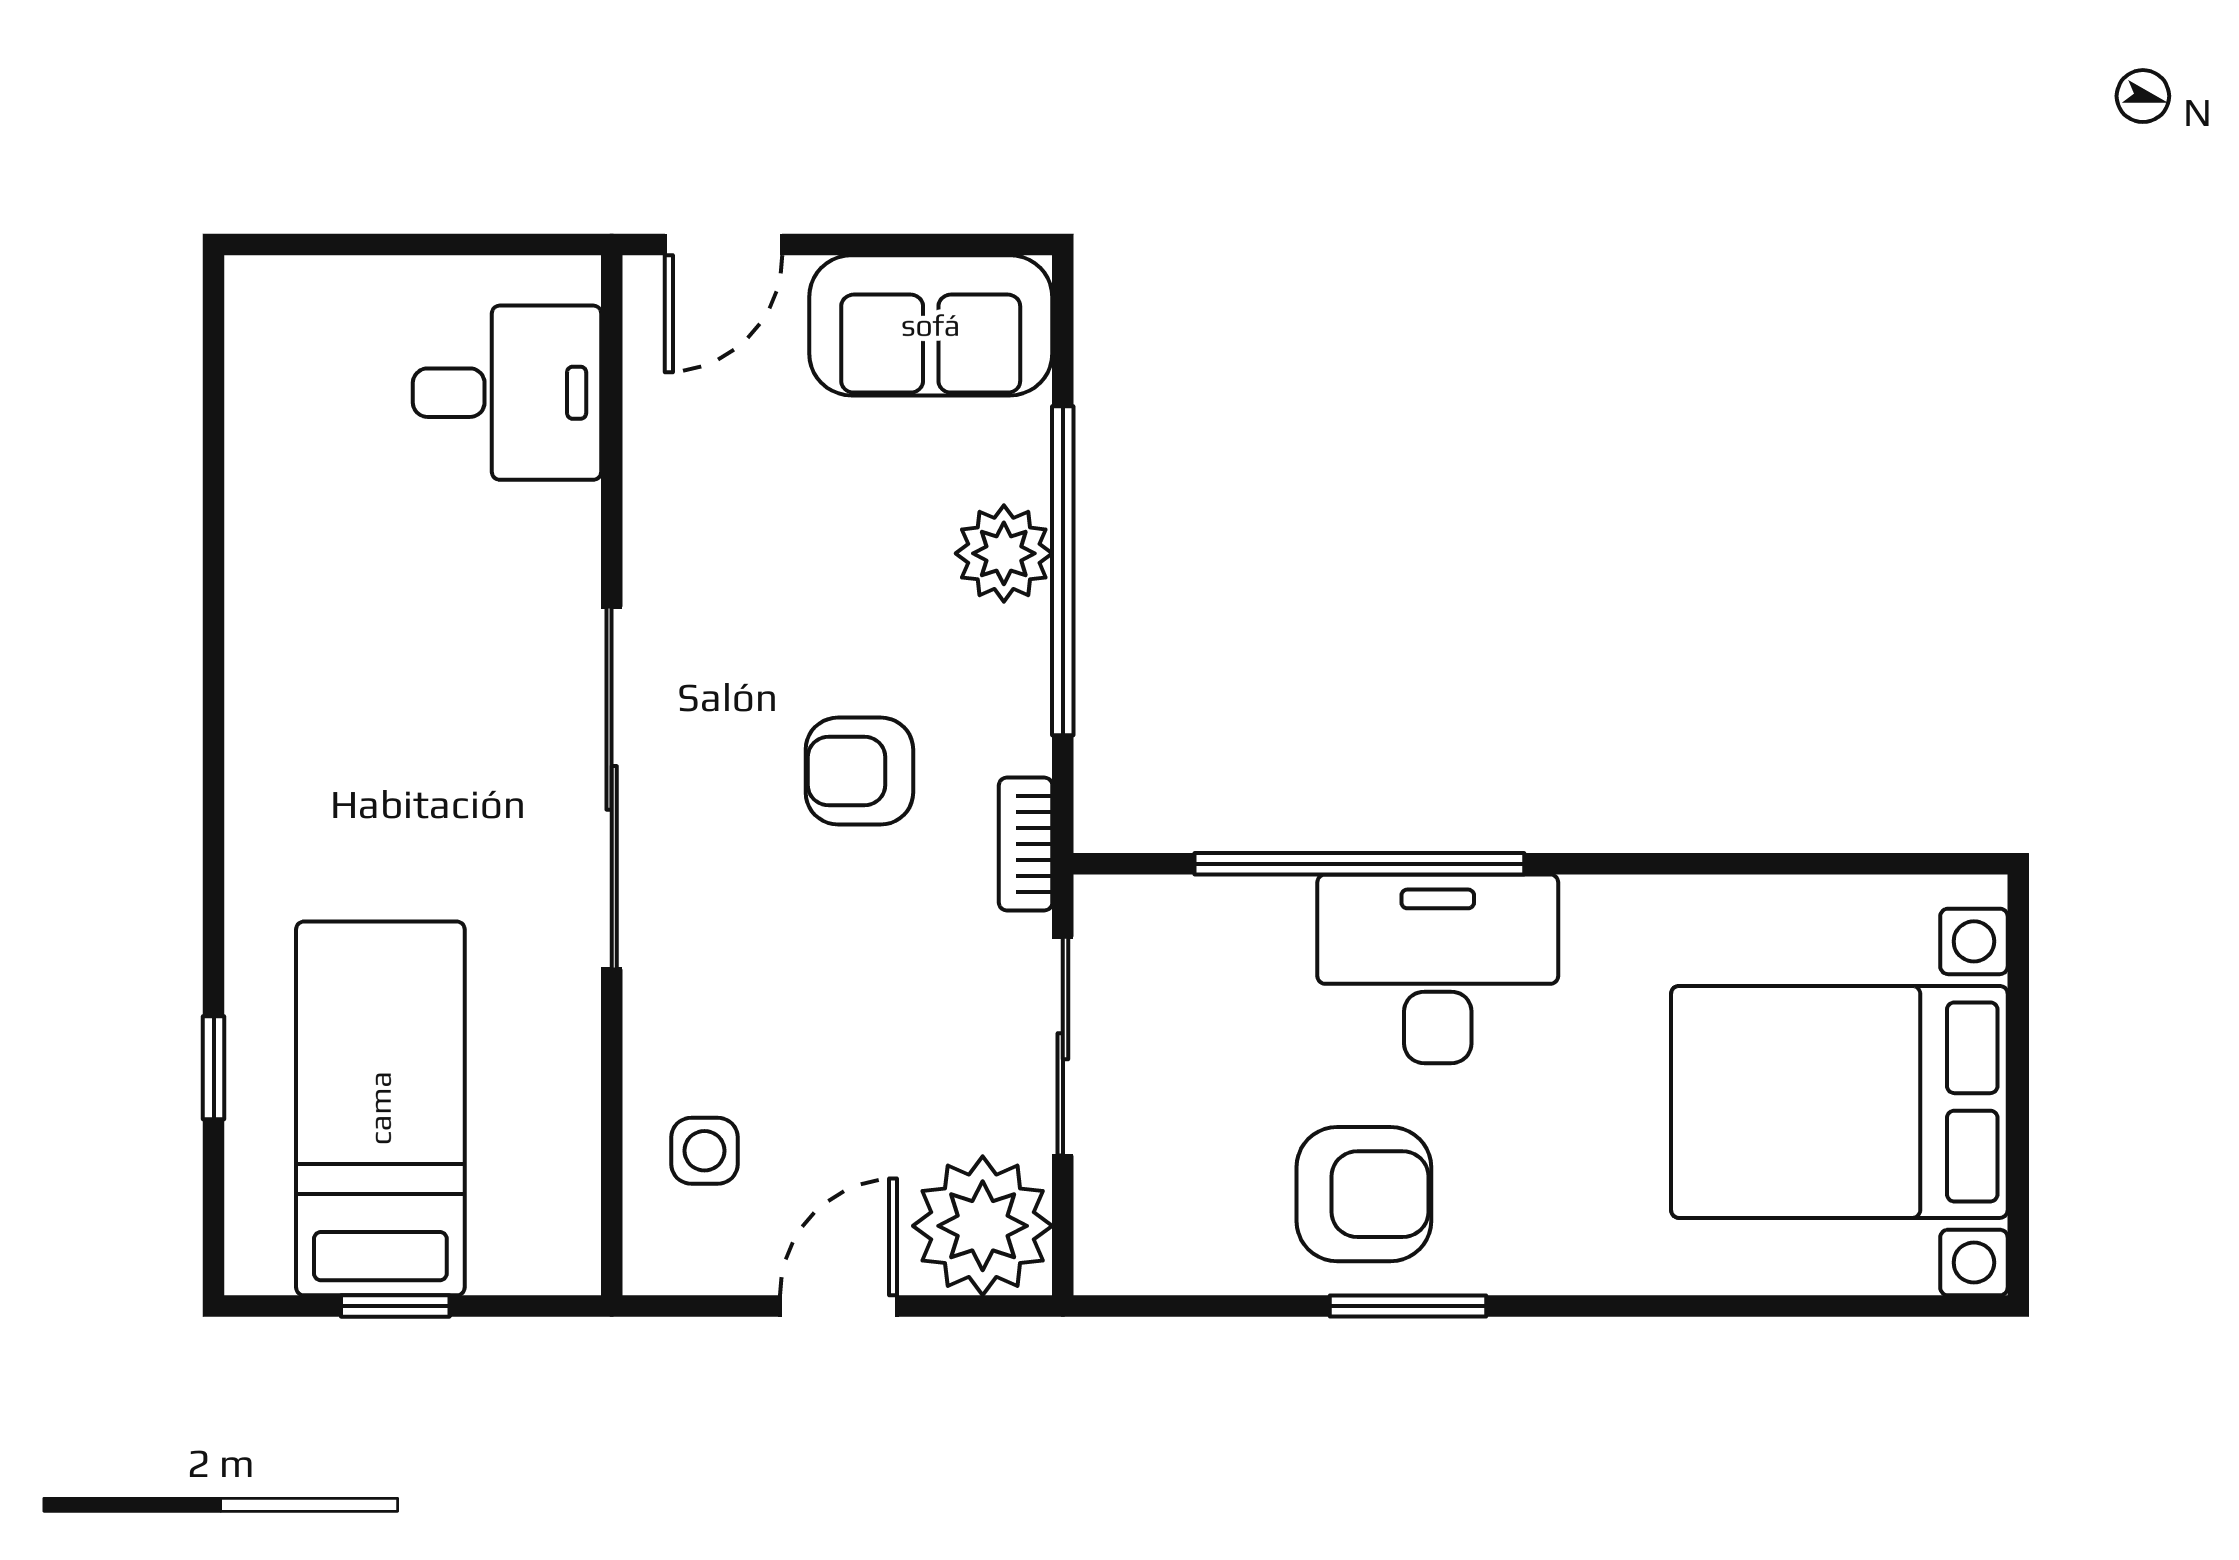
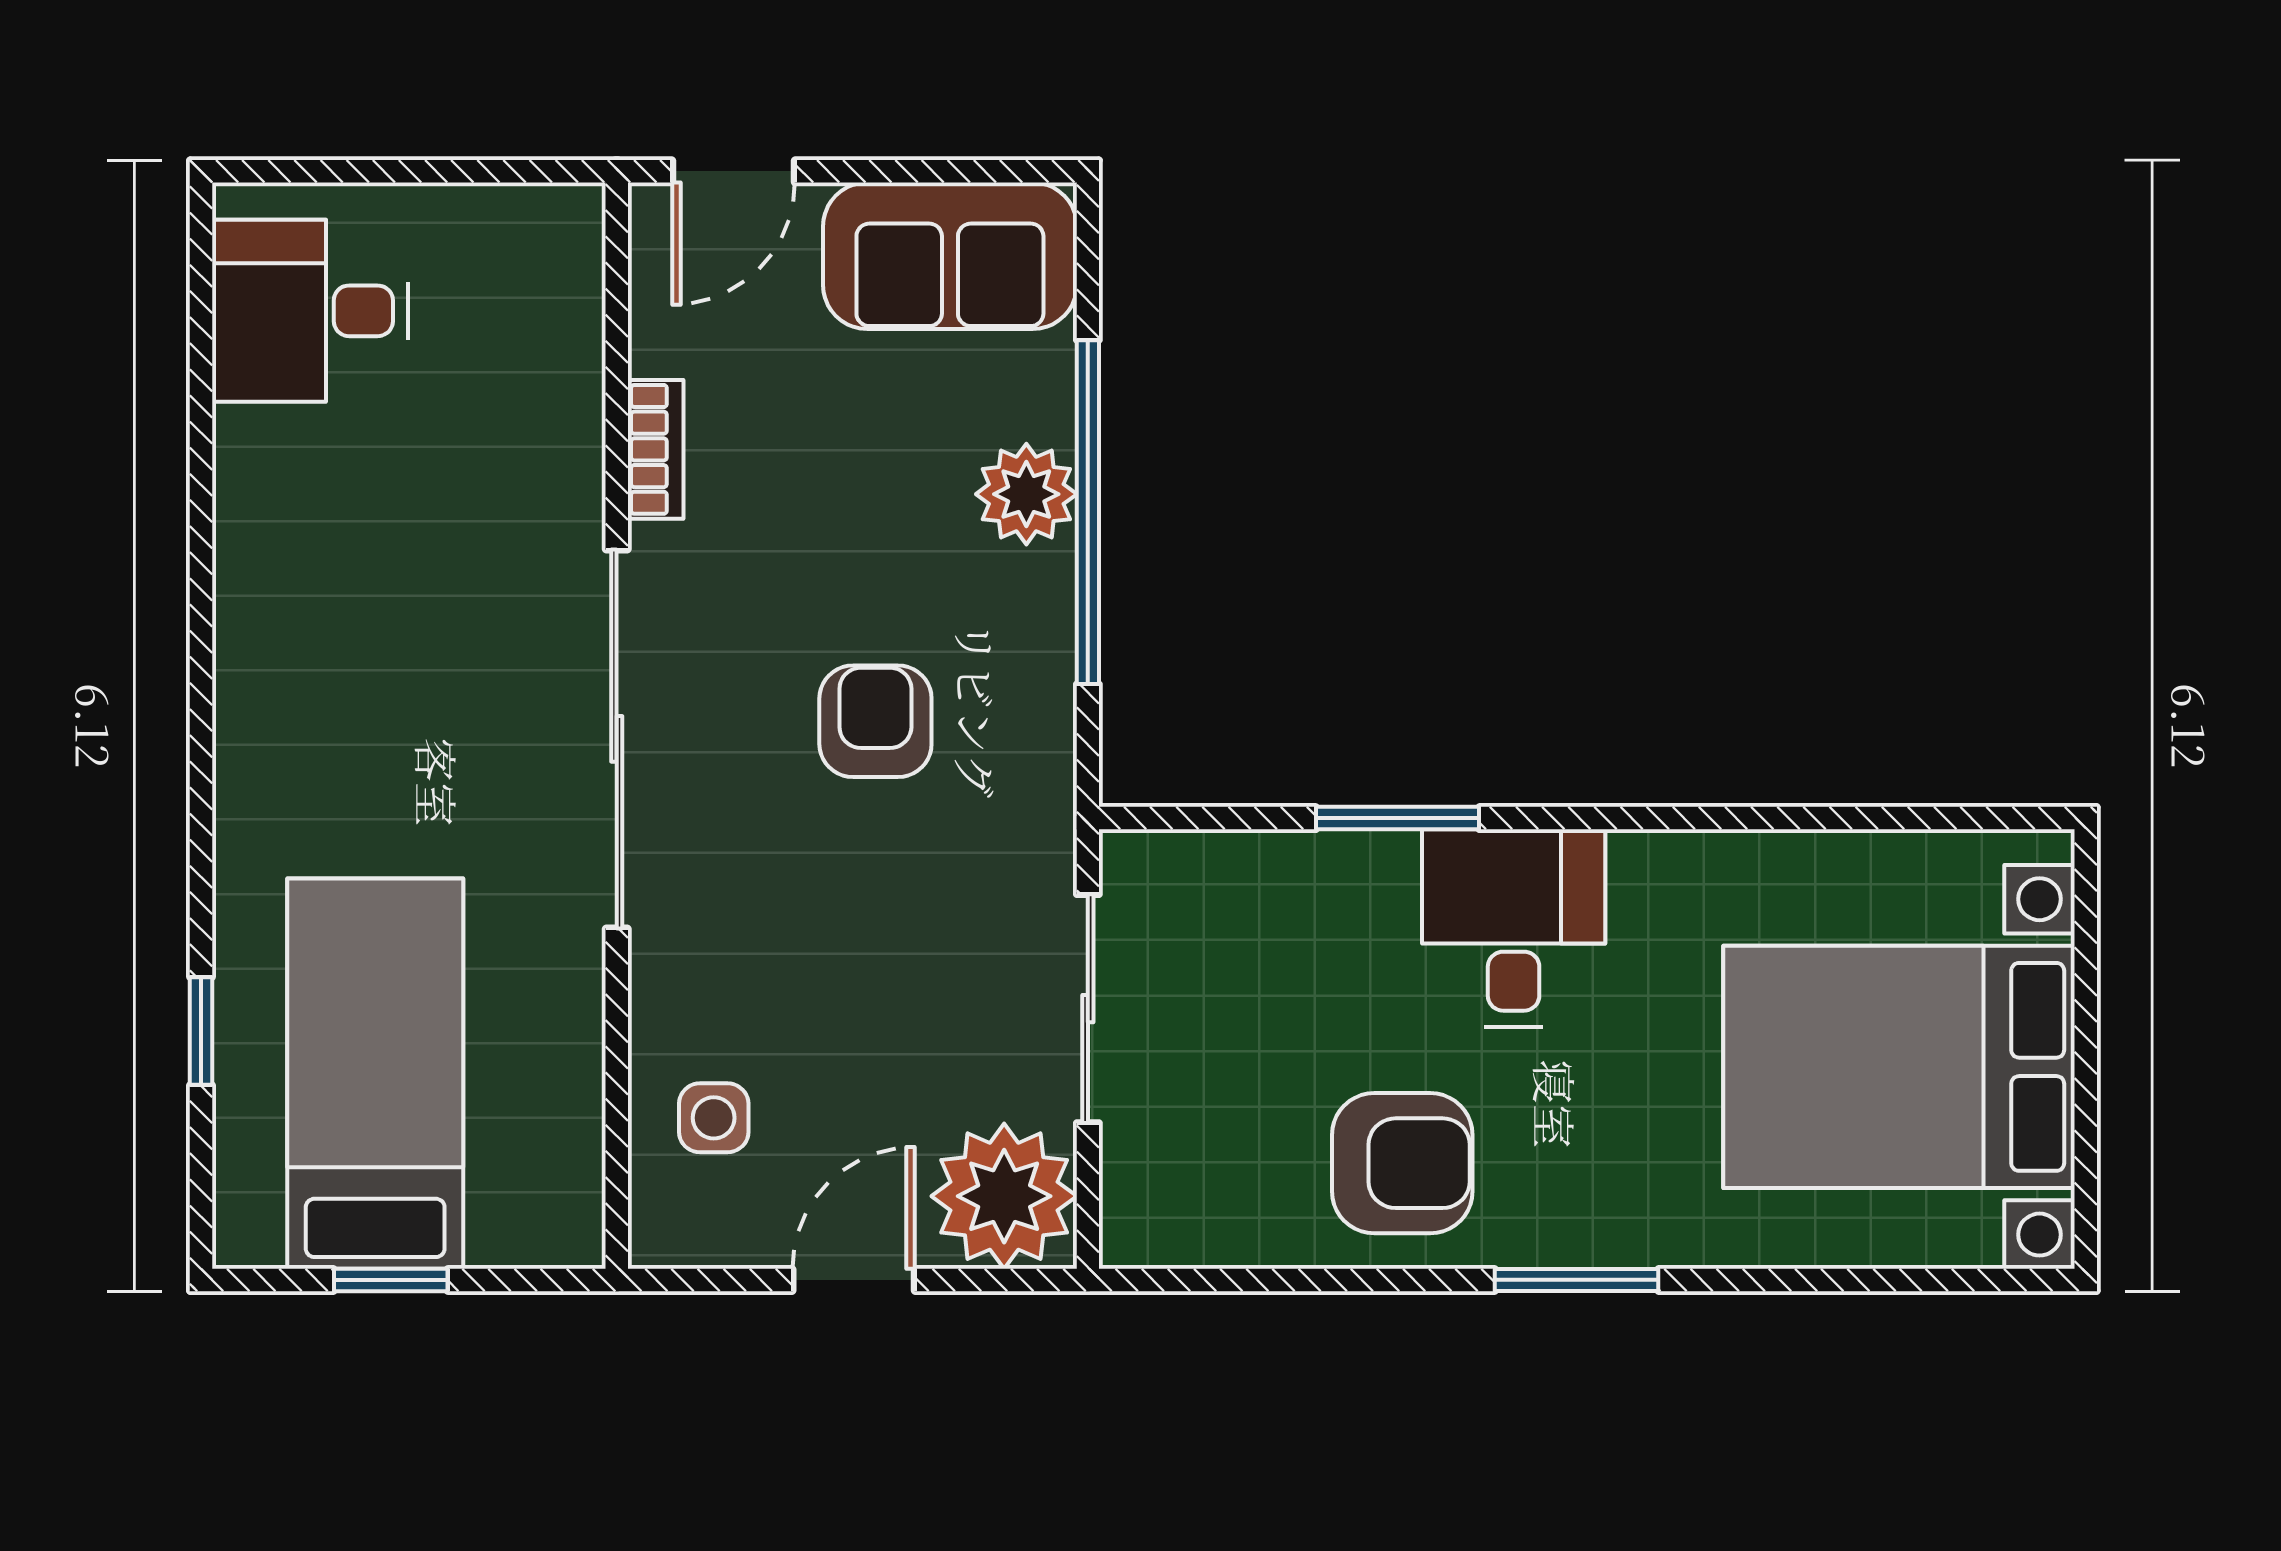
desk: (507, 393) -> (310, 311), moved, turned 180
armchair: (859, 771) -> (875, 721), turned 90
bookcase: (1026, 844) -> (656, 449), moved, turned 180
window: (1359, 864) -> (1398, 818), width x0.47
desk: (1438, 969) -> (1514, 928), width x0.73
window: (1408, 1306) -> (1577, 1280), moved

